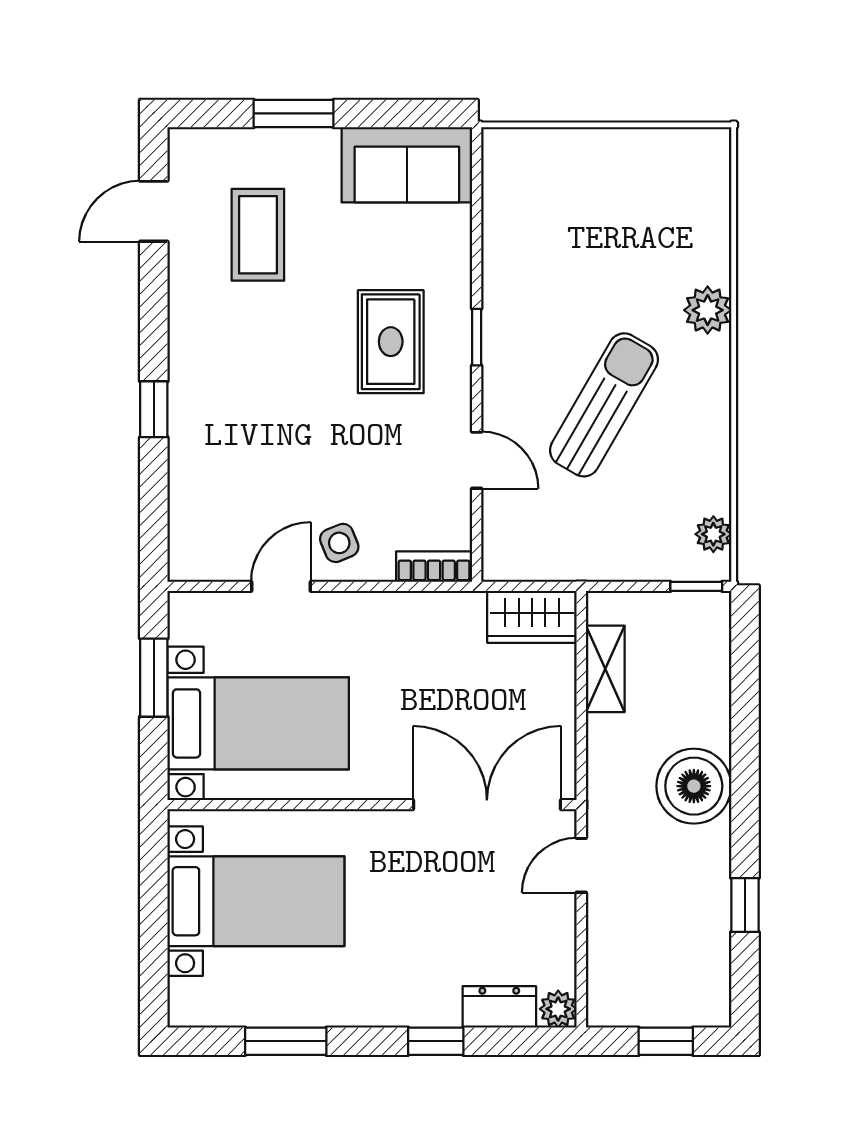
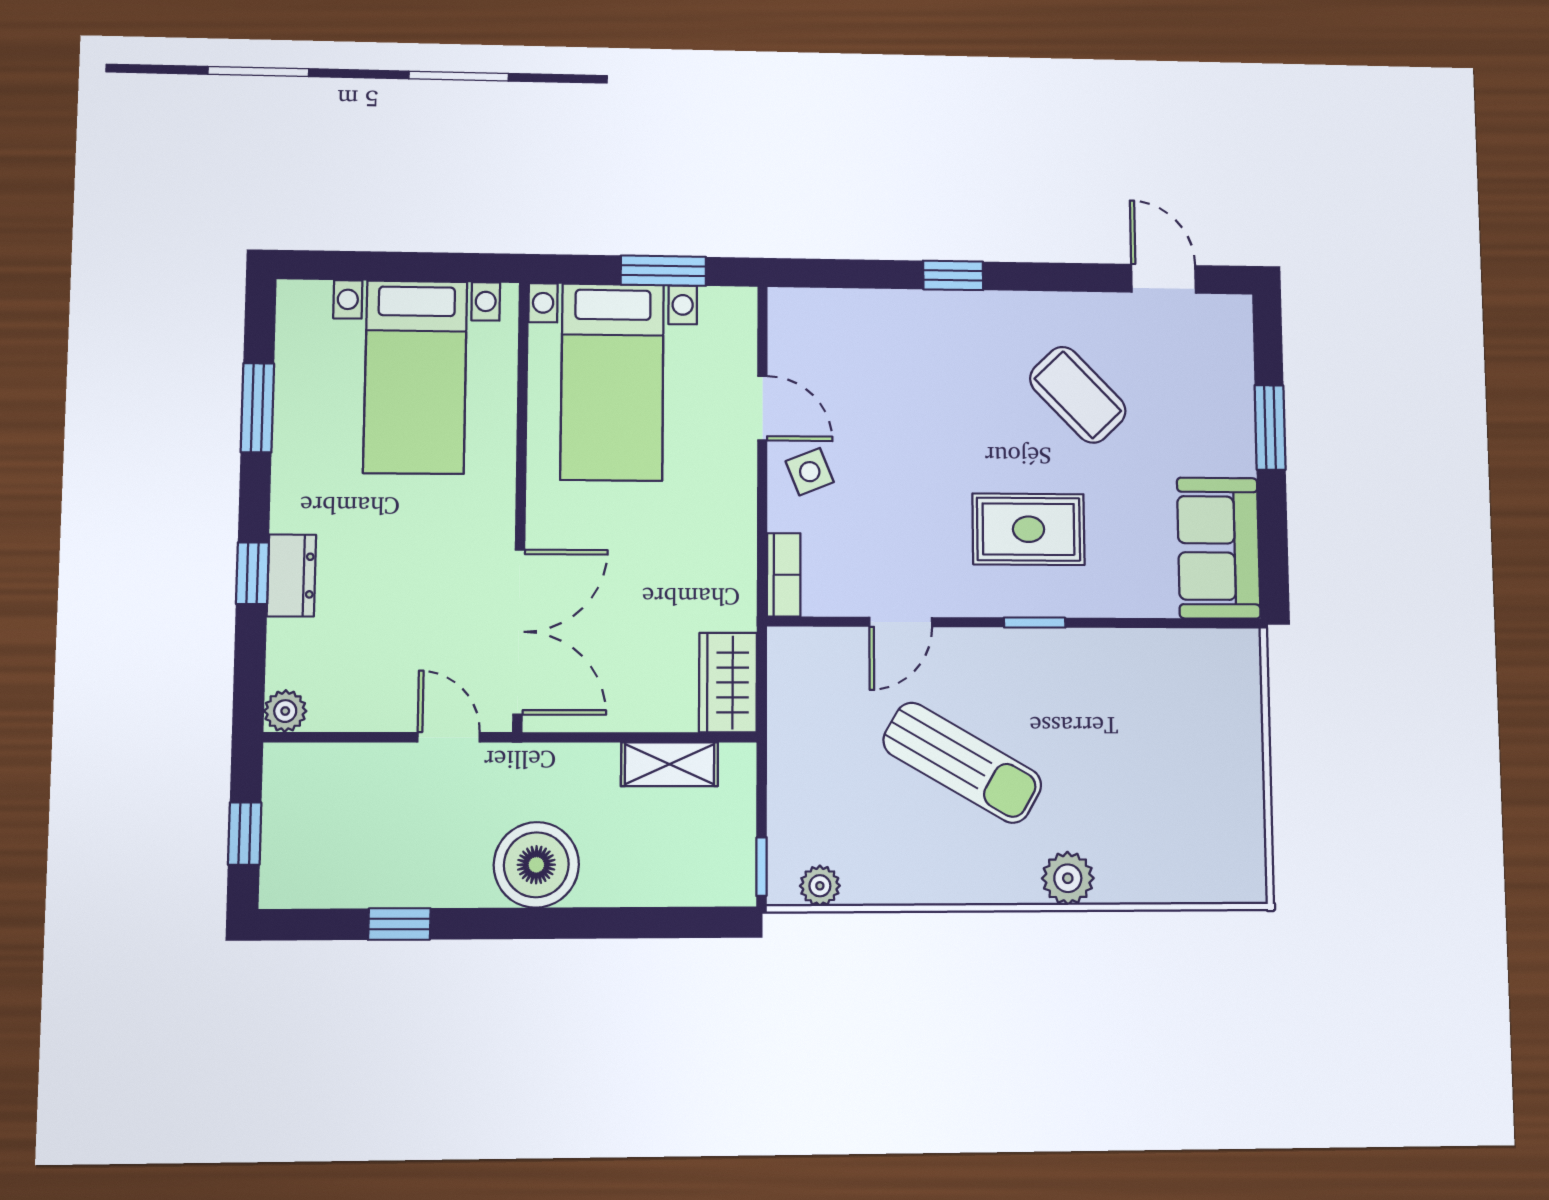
coffee table: (258, 235) -> (1078, 395), moved, turned 46
dresser: (499, 1007) -> (291, 575), moved

